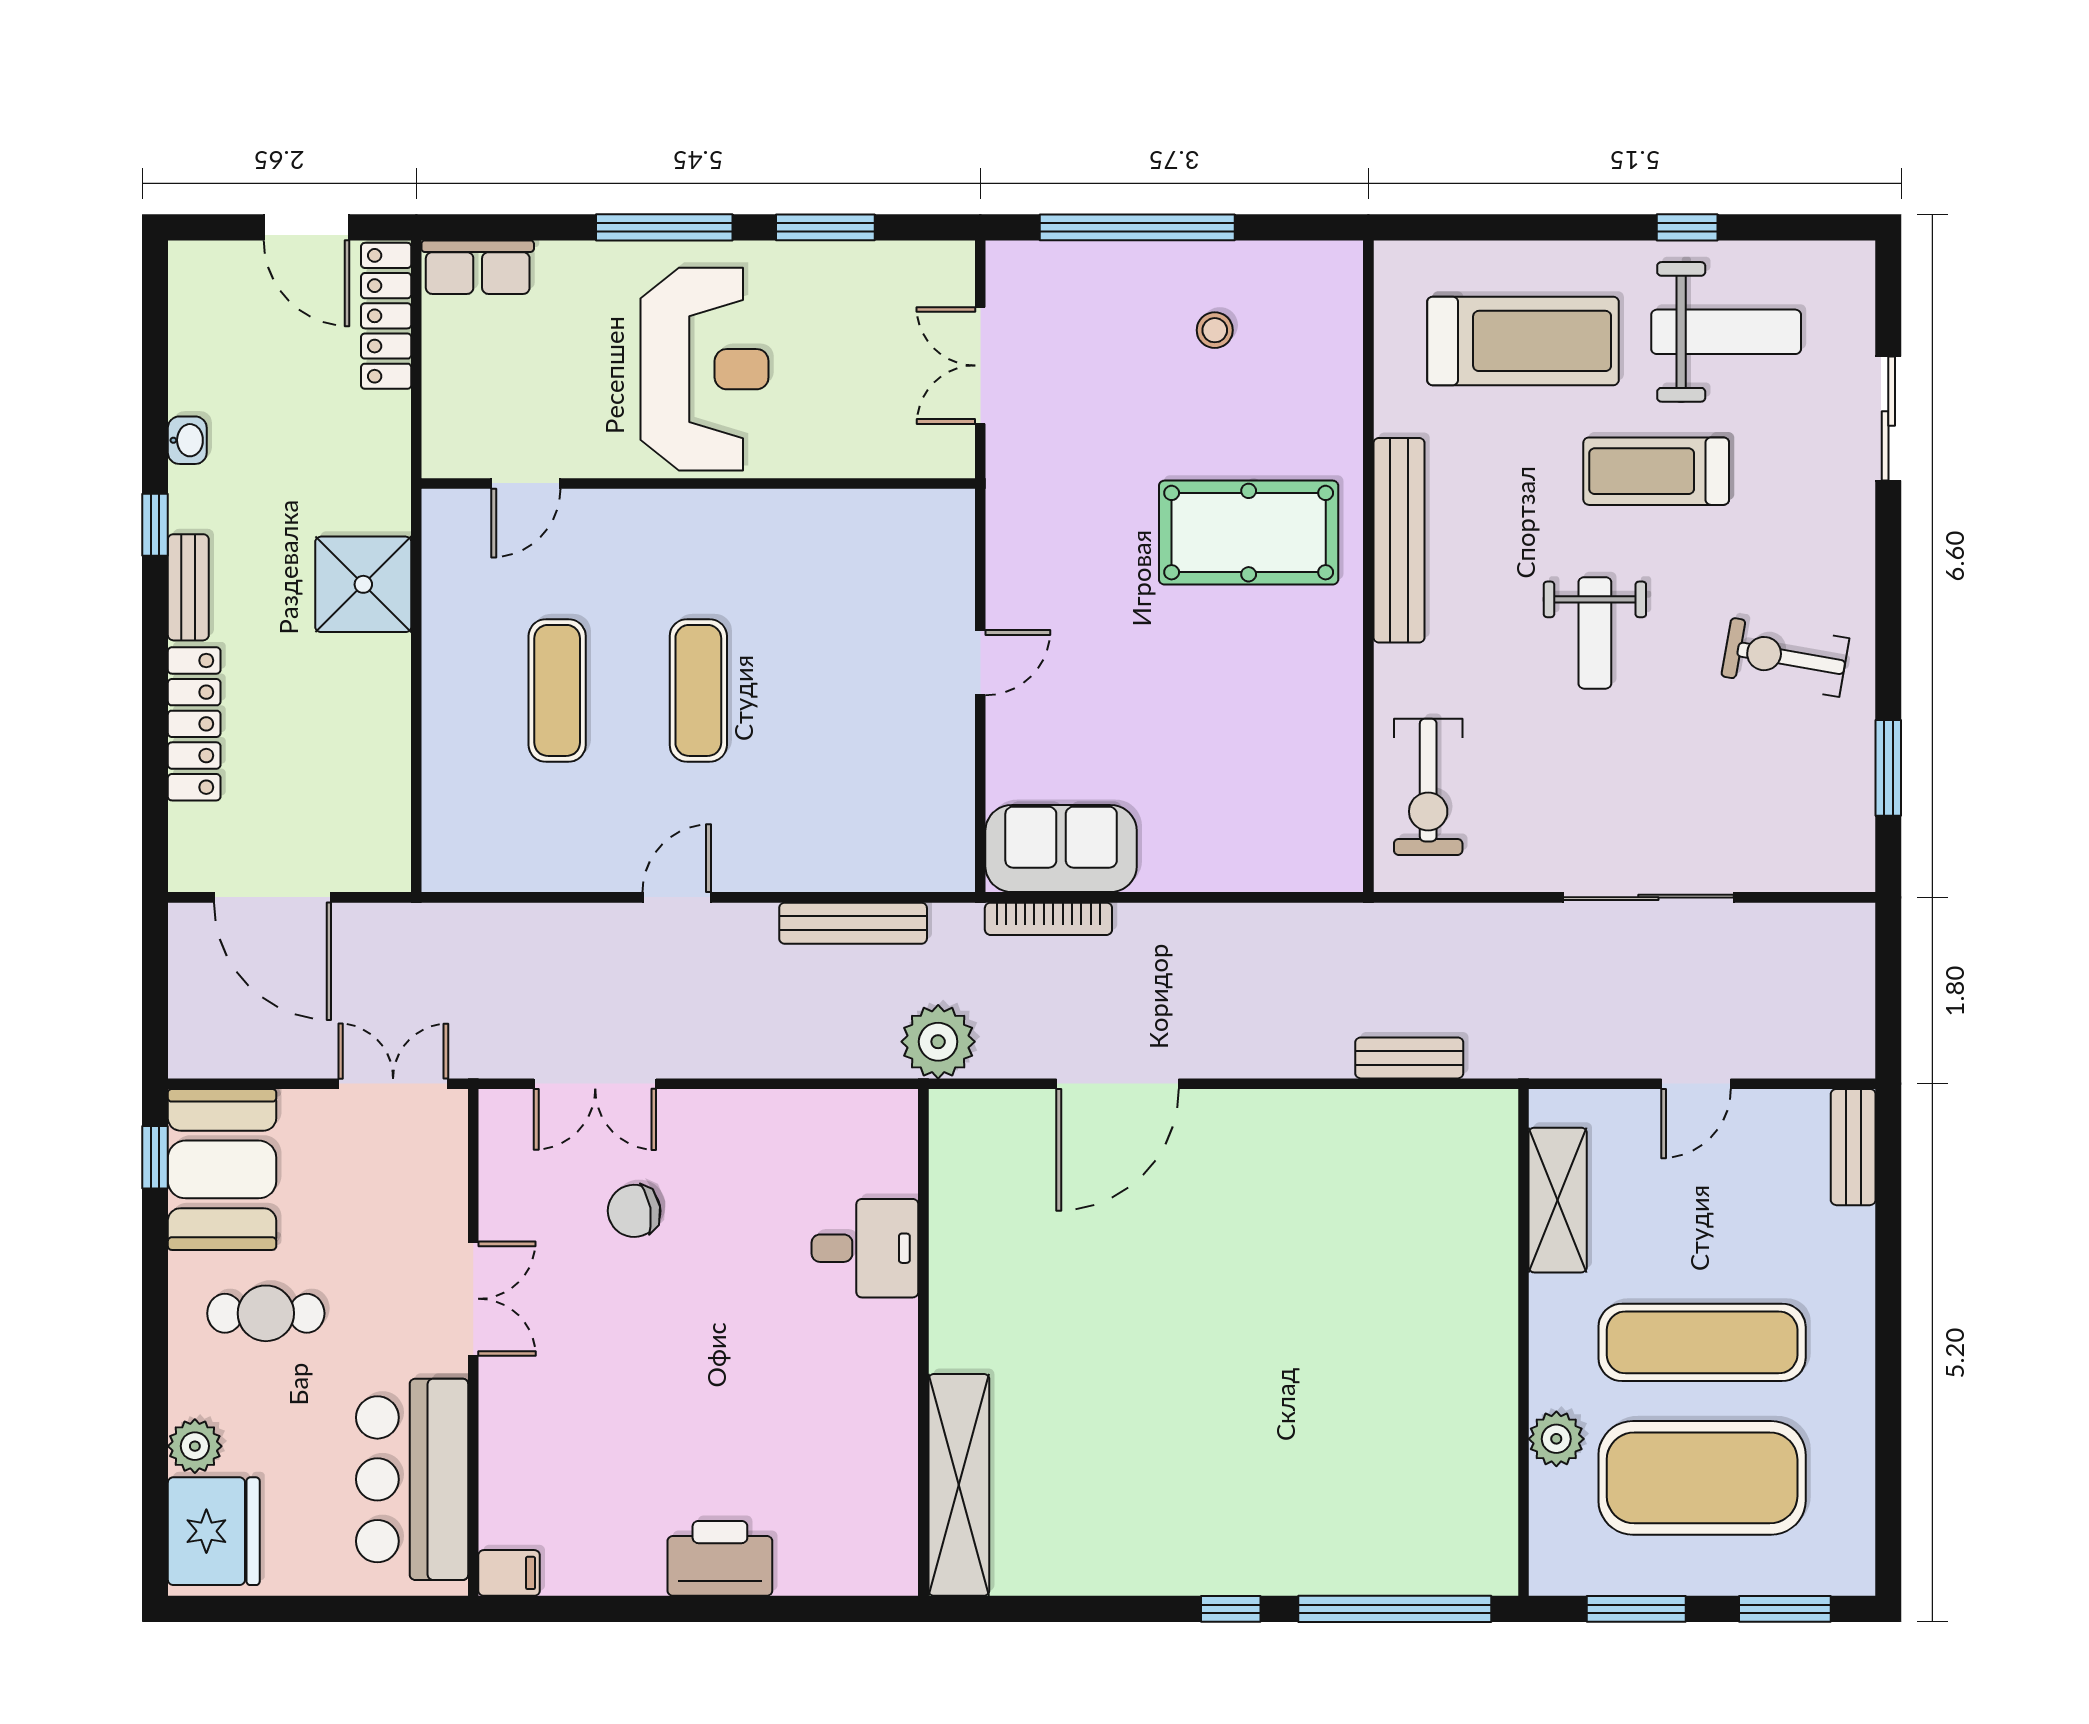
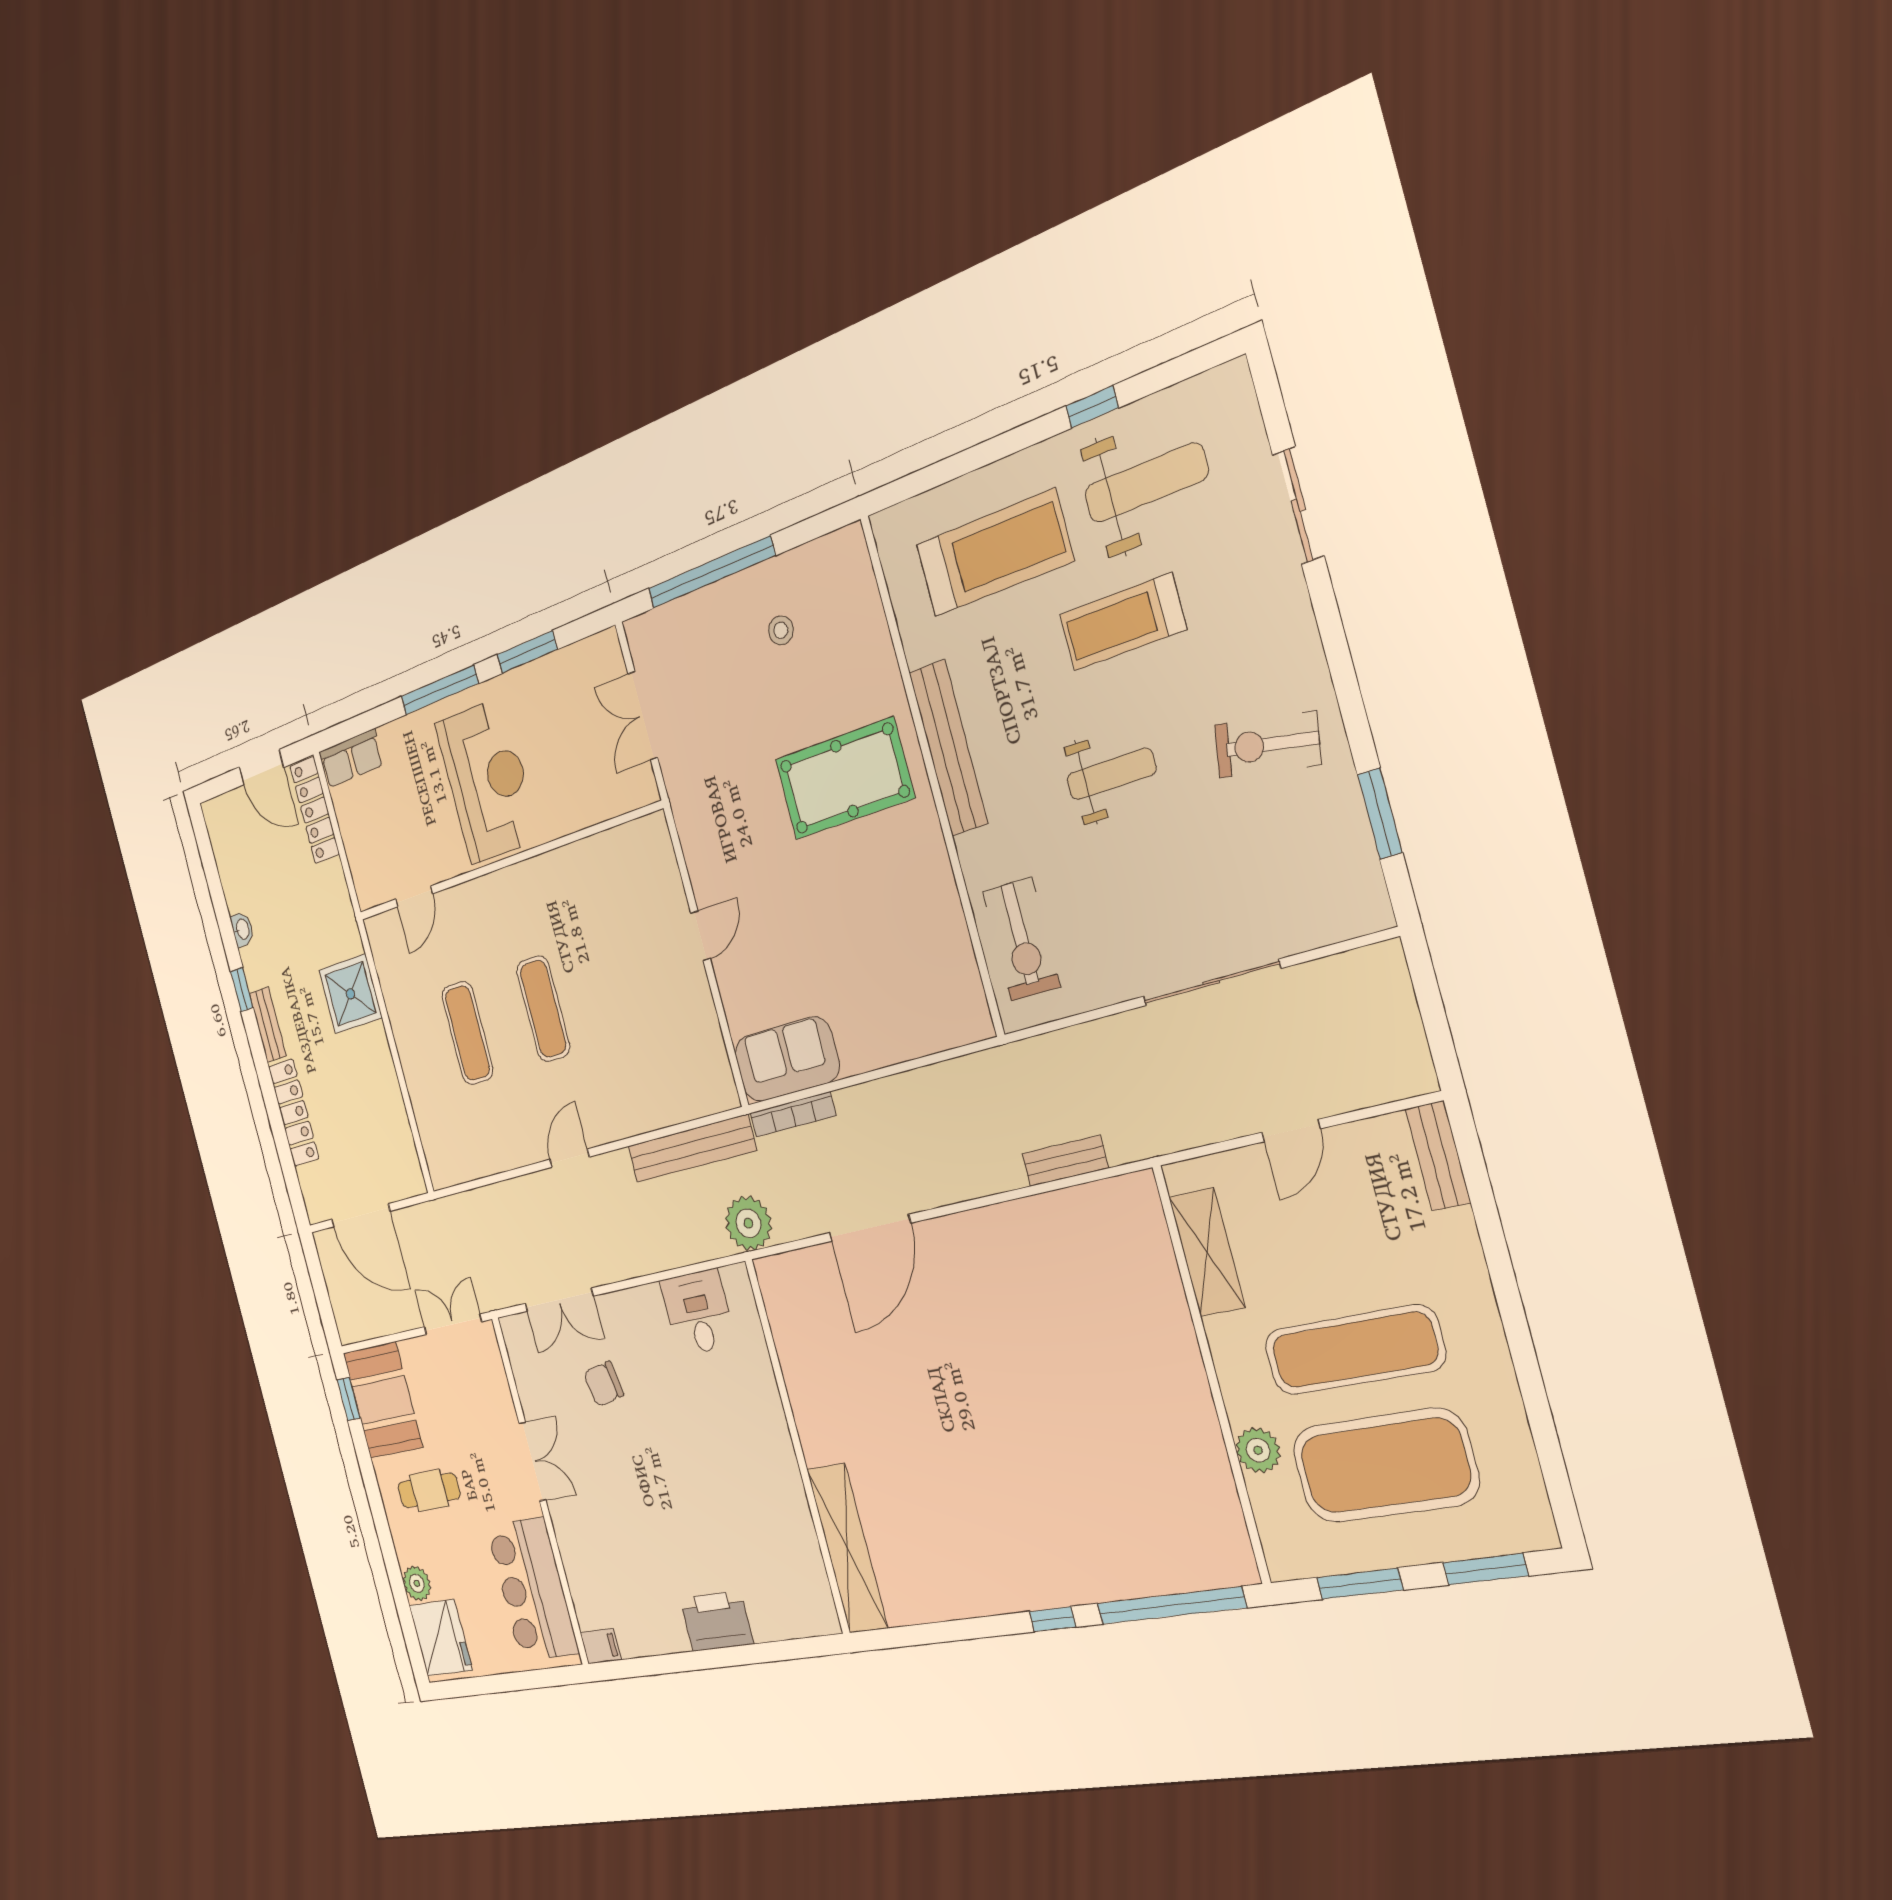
weight bench: (1595, 633) -> (1111, 774), turned -90
bench: (853, 923) -> (692, 1148), width x1.37, depth x1.21
desk: (865, 1248) -> (698, 1312), moved, turned -90

